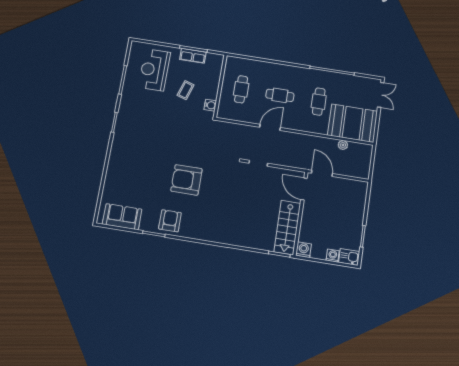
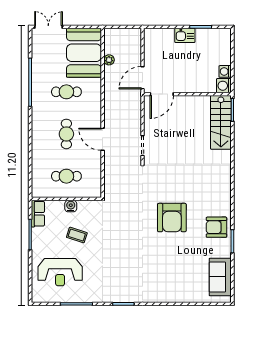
row of seats: (193, 56) -> (38, 214), moved
water cooler: (210, 105) -> (71, 206), moved
stairs: (287, 228) -> (221, 122), moved, turned 90
washing machine: (333, 256) -> (225, 71), moved
kitchen sink: (349, 257) -> (185, 35), moved, turned -90

